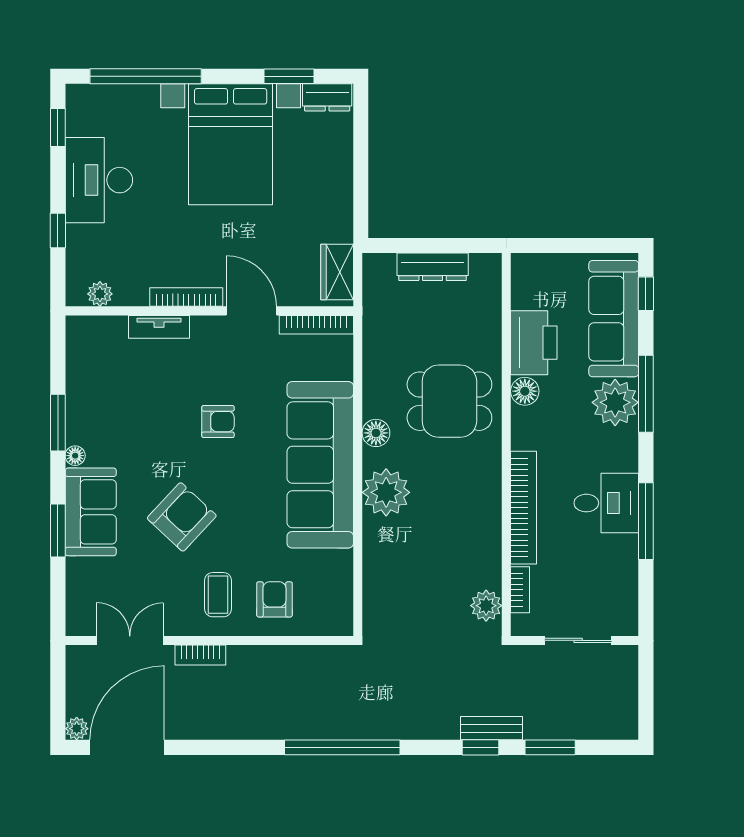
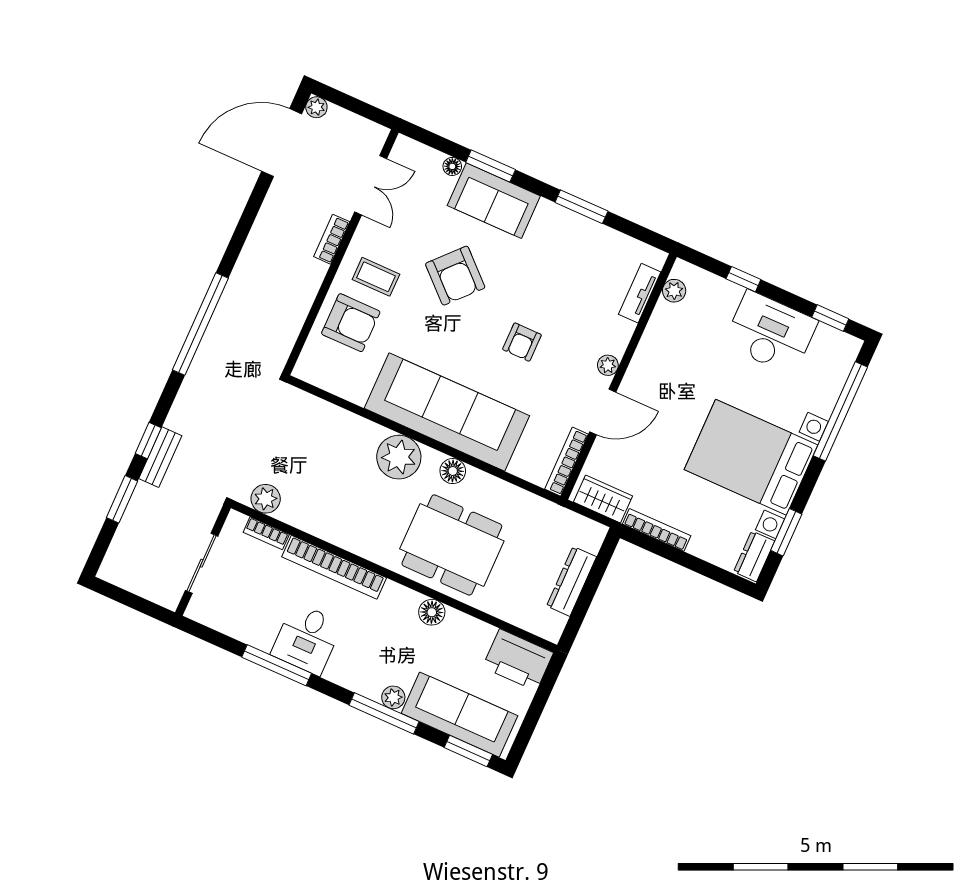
window: (646, 294) -> (468, 751), width x1.50
bookcase: (186, 297) -> (657, 530), moved, turned -90
plant: (203, 326) -> (608, 365), added
tv unit: (159, 327) -> (640, 293), moved
printer: (534, 343) -> (518, 660), moved
dining table: (449, 401) -> (452, 545), width x1.38
plant: (615, 402) -> (393, 697), width x0.53, depth x0.53
floor lamp: (75, 456) -> (452, 166), moved
armchair: (274, 599) -> (351, 323), width x1.38, depth x1.38
door: (127, 747) -> (282, 143), swing flipped

